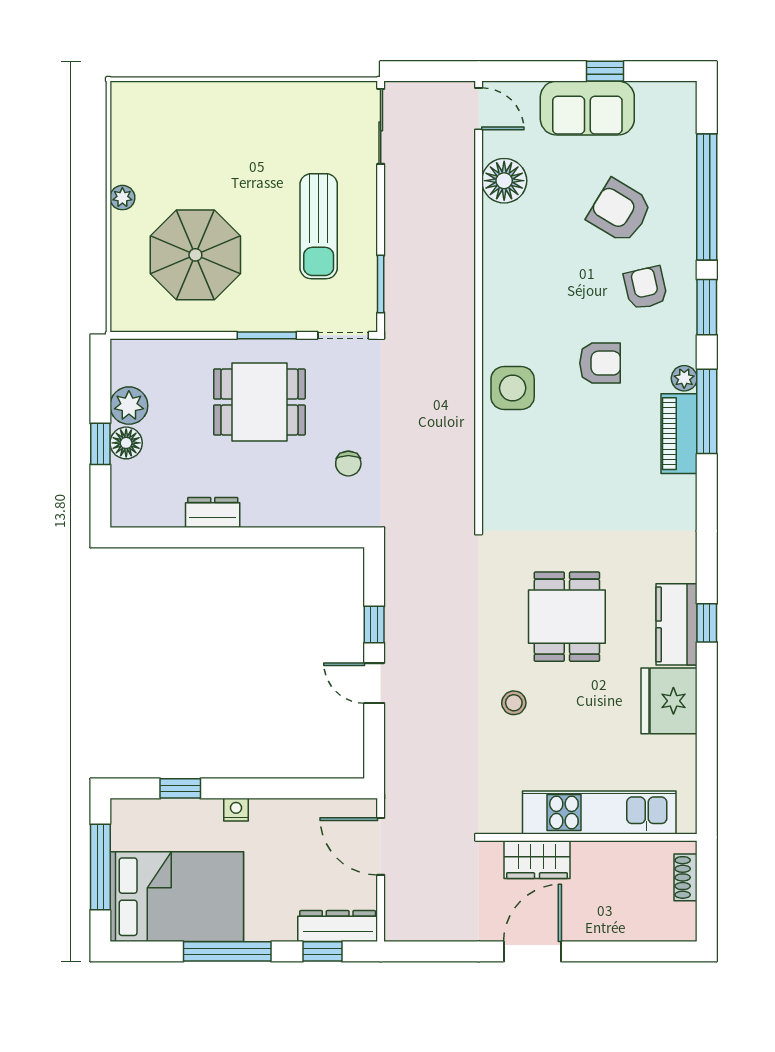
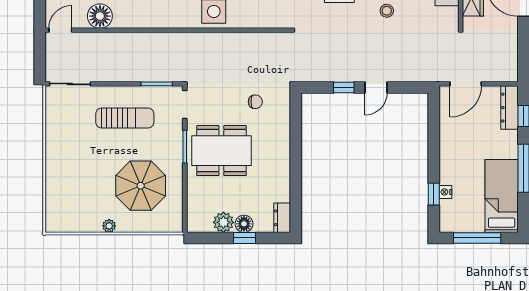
dining table: (259, 402) -> (221, 151), width x1.38
dresser: (213, 512) -> (282, 218), moved
nightstand: (236, 810) -> (445, 192), moved
bed: (177, 897) -> (502, 196), width x0.67

